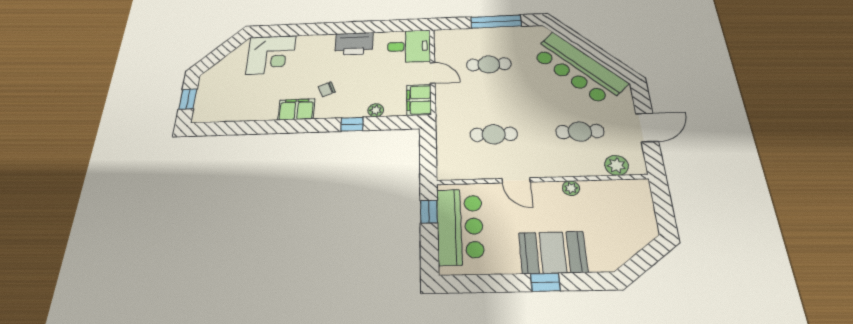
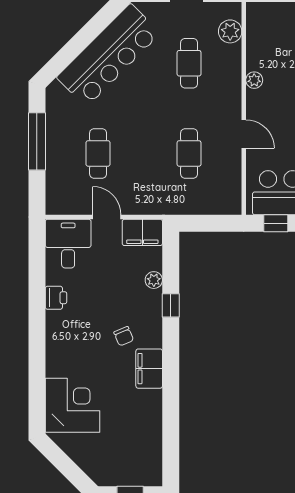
printer: (354, 44) -> (56, 298), width x0.53, depth x0.68
door: (433, 73) -> (107, 217), hinge flipped
door: (516, 180) -> (244, 134), hinge flipped

